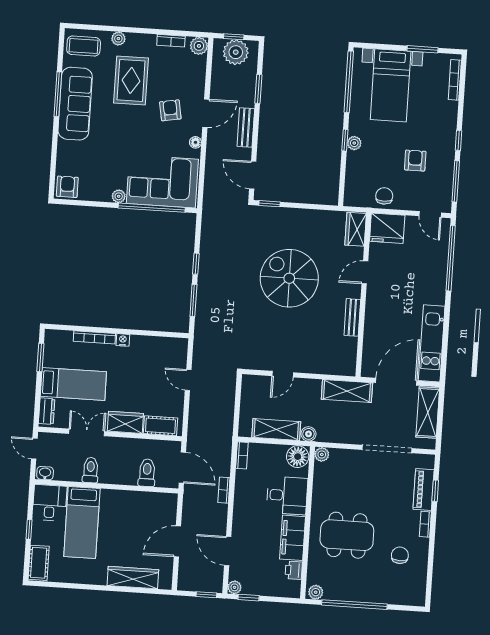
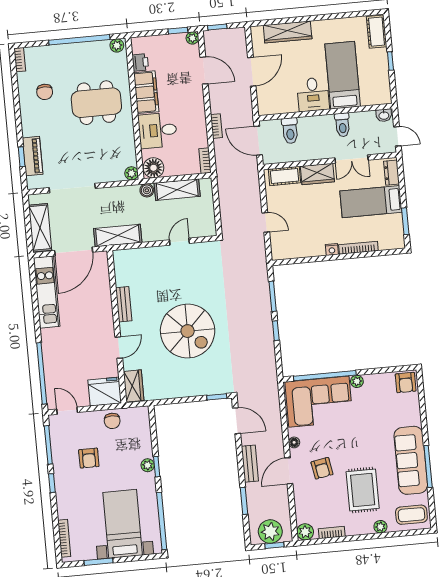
desk: (50, 503) -> (313, 94), moved
bookcase: (425, 524) -> (20, 60), moved

